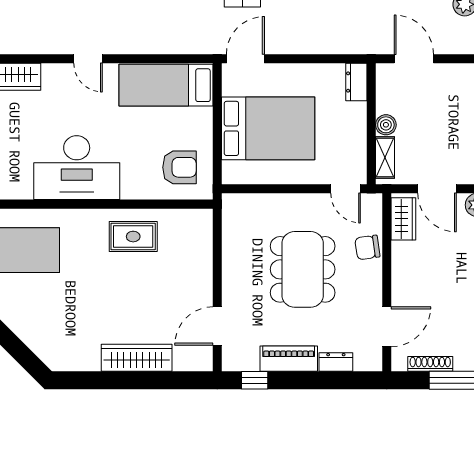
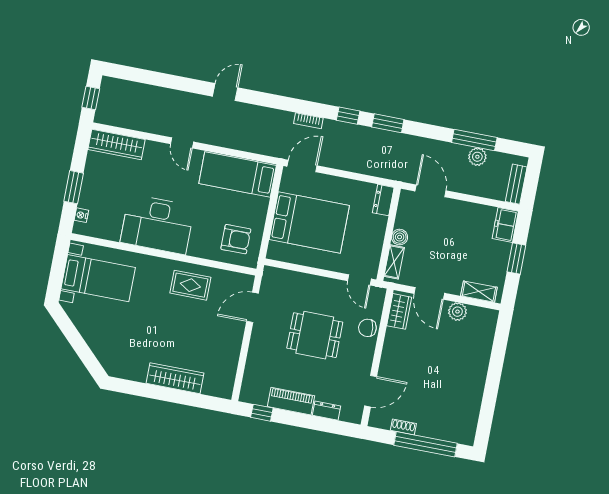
dining table: (303, 269) -> (315, 335), width x0.73
door: (217, 326) -> (253, 307), moved
shoe rack: (430, 364) -> (403, 427), width x0.70

